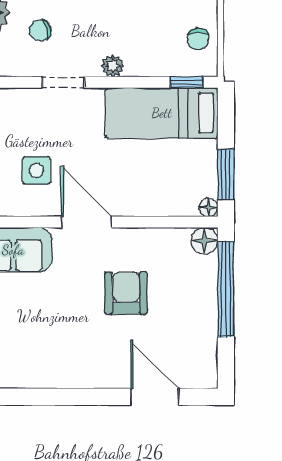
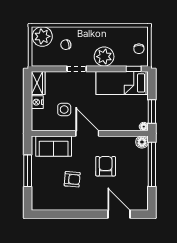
plant: (113, 66) -> (104, 57), width x1.88, depth x1.88
armchair: (54, 321) -> (72, 179), added

